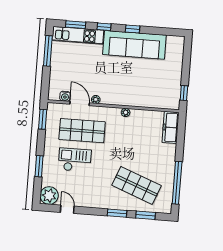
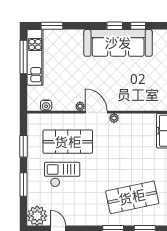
window: (104, 27) -> (138, 26), moved
kitchen unit: (78, 35) -> (35, 57), moved, turned -90
door: (80, 104) -> (96, 112), moved
window: (43, 119) -> (23, 146), moved
shop shelf: (137, 185) -> (132, 197), turned -33

